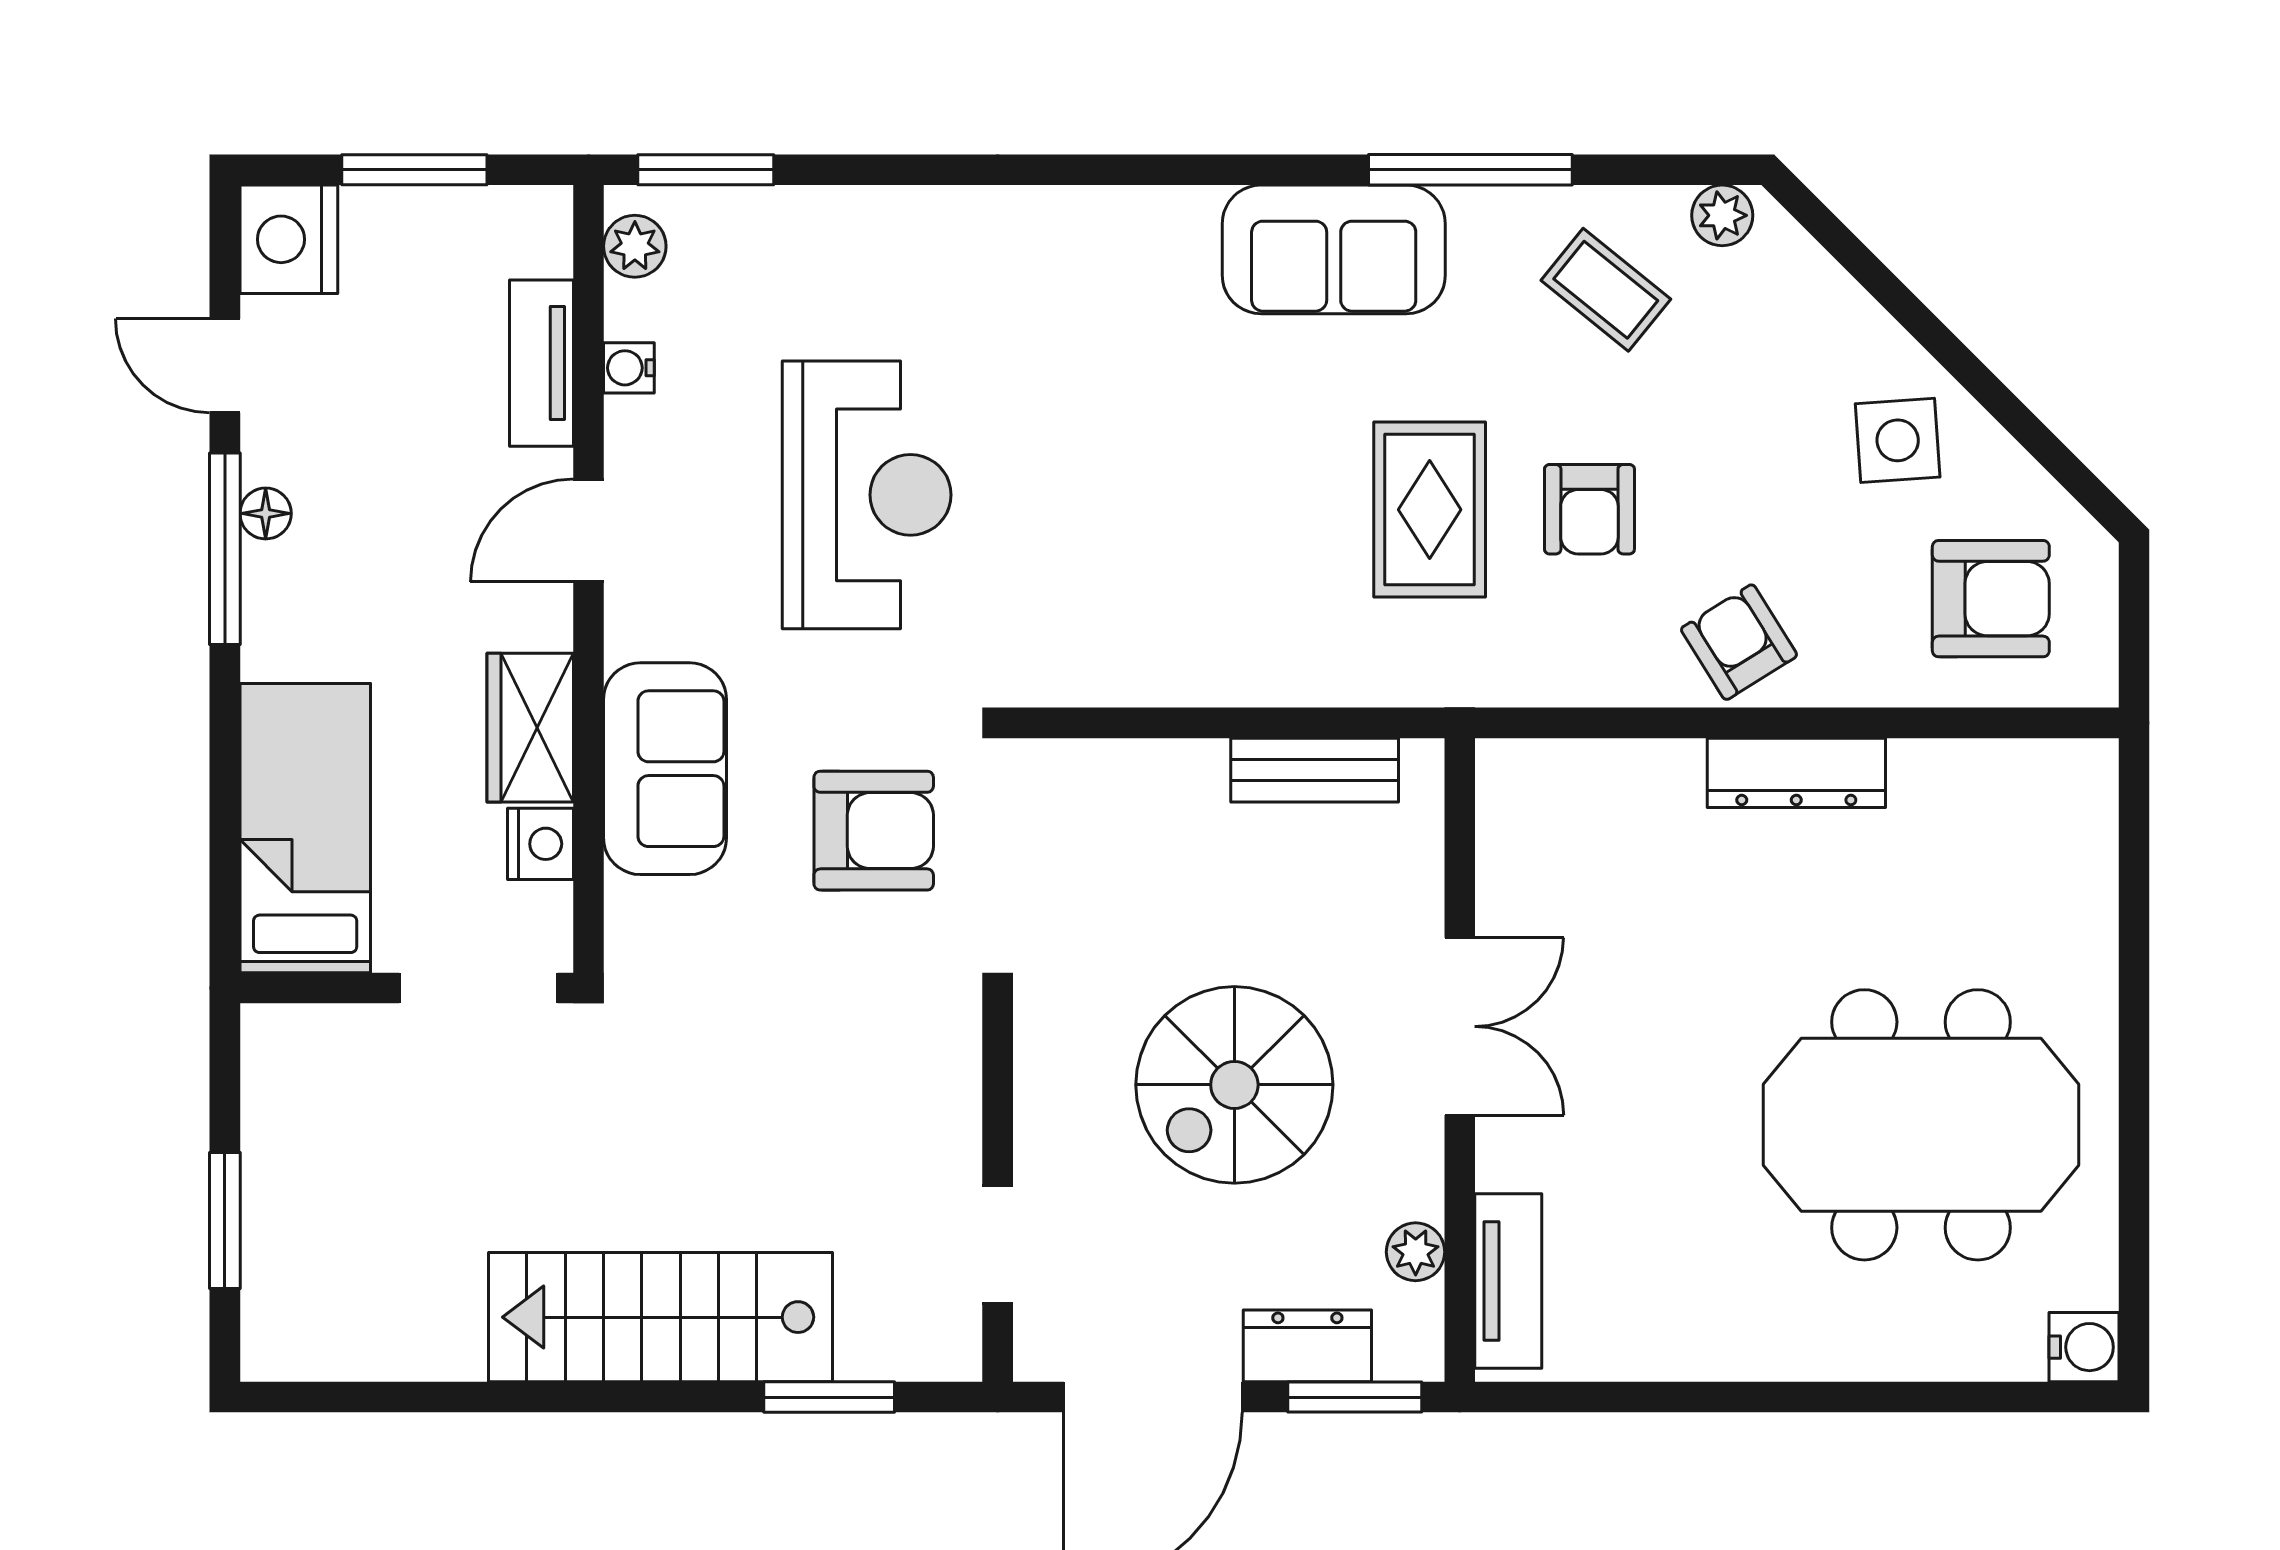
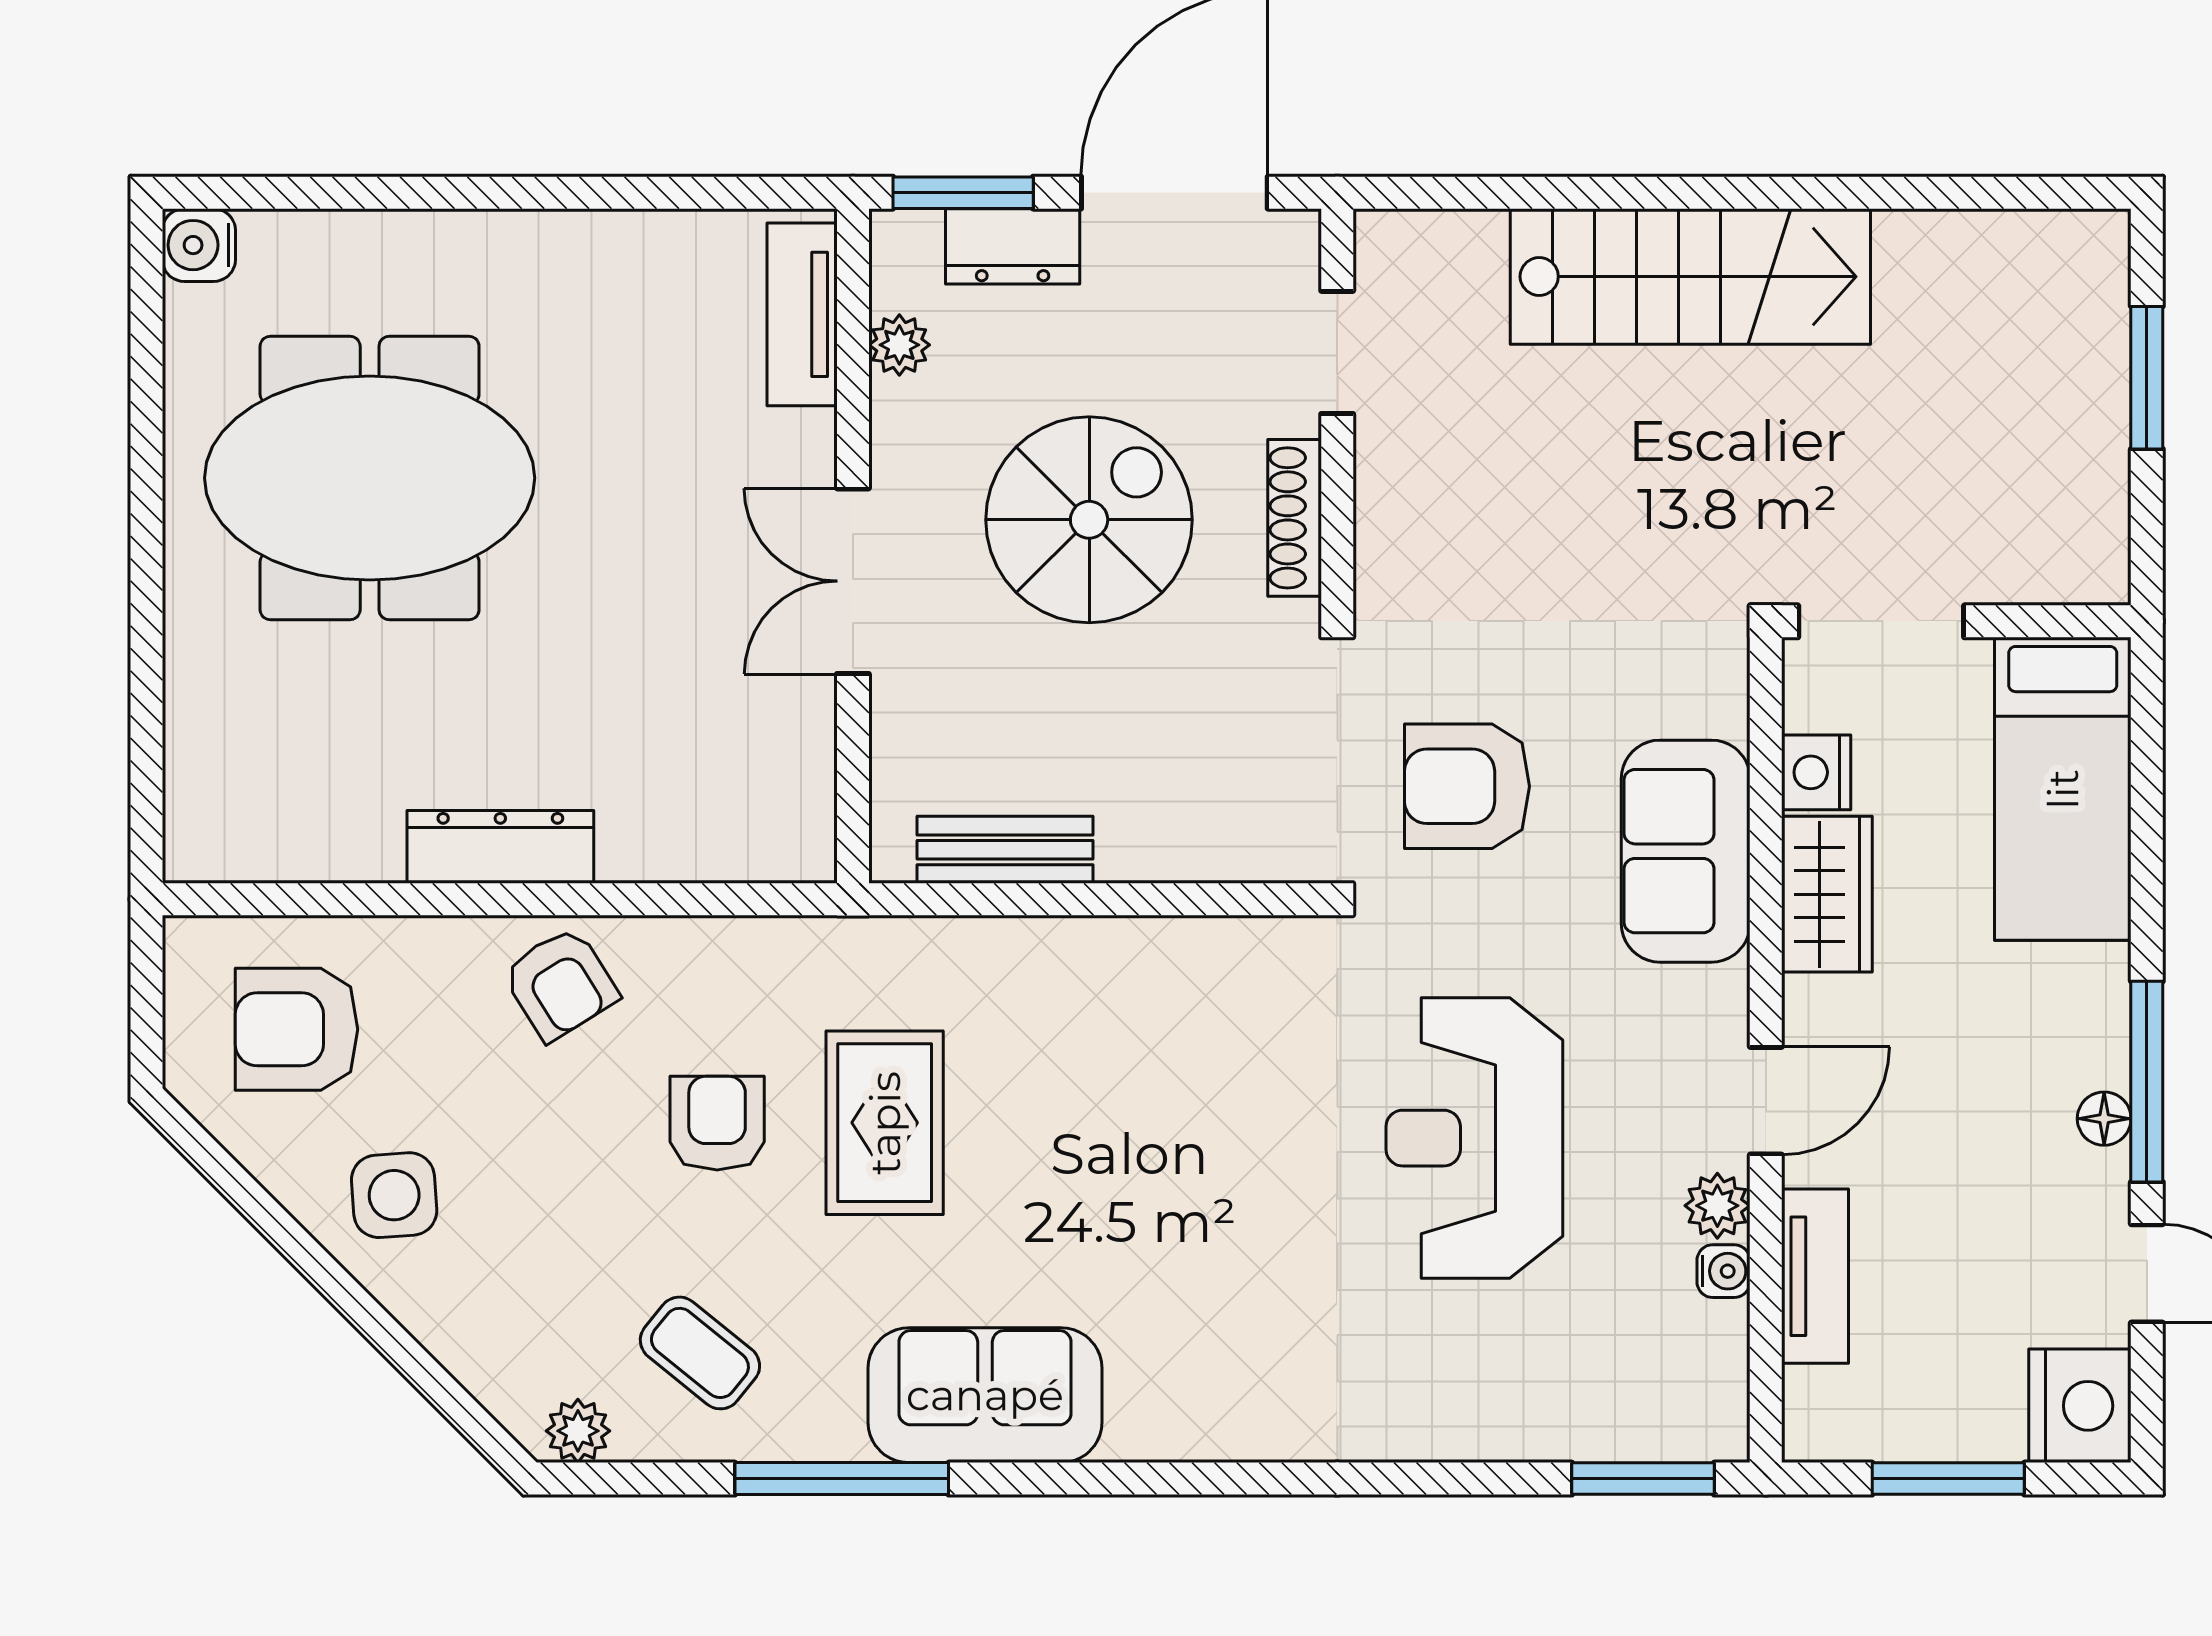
plant: (635, 246) -> (1717, 1206), moved
shoe rack: (1038, 1087) -> (1295, 518), added
window: (829, 1397) -> (1514, 193), removed

